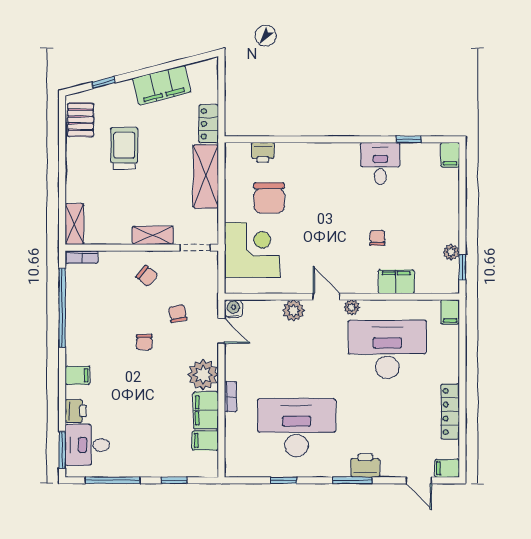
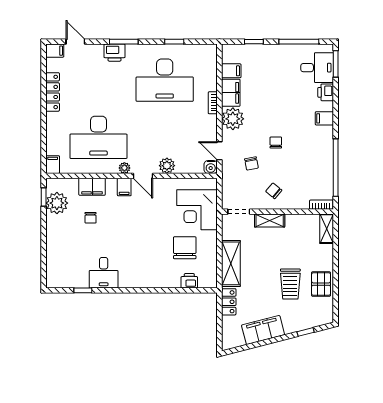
pallet: (81, 120) -> (321, 284), moved
filing cabinet: (450, 155) -> (124, 187), moved, turned 180
chair: (377, 238) -> (91, 218), moved
plant: (451, 252) -> (57, 203), width x1.88, depth x1.88

